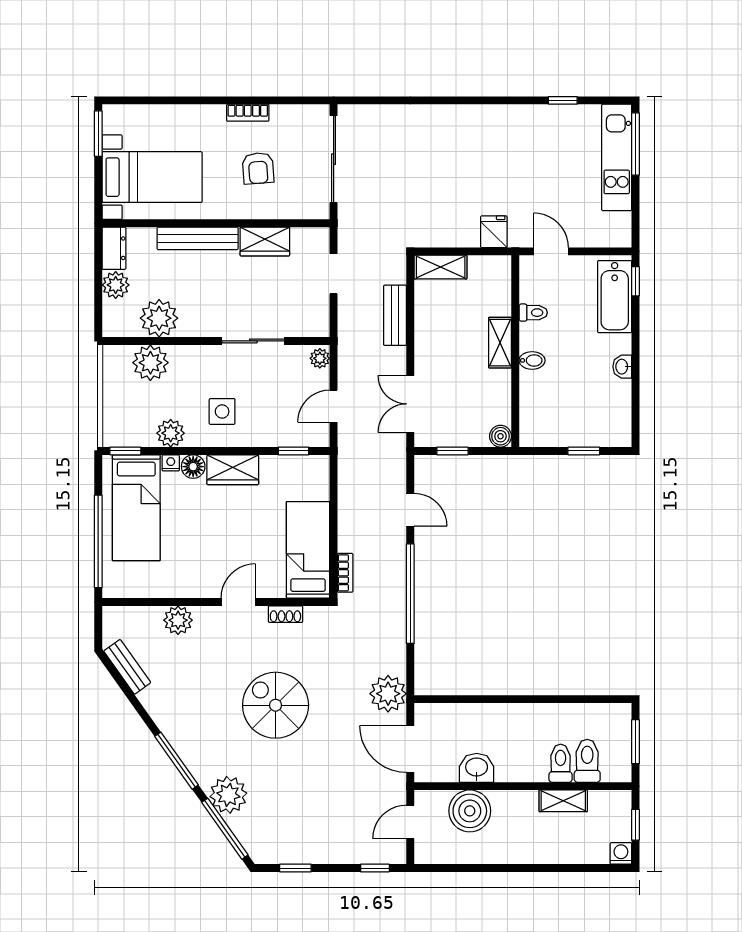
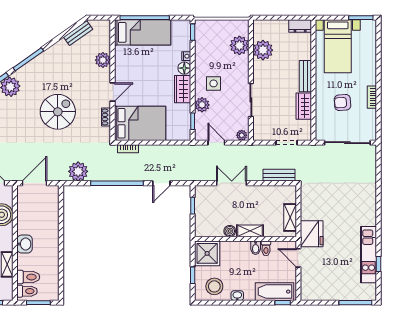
kitchen unit: (617, 157) -> (368, 255), moved, turned -90
fridge: (494, 232) -> (312, 234), width x1.88, depth x1.34
bench: (198, 238) -> (305, 76), width x0.73
door: (551, 251) -> (298, 258), swing flipped
shelving: (441, 267) -> (290, 217), moved
plant: (116, 285) -> (281, 27), removed
bench: (395, 315) -> (279, 175), moved
bidet: (532, 360) -> (256, 248), moved
double door: (410, 404) -> (232, 183), moved
stool: (605, 410) -> (214, 286), added
shower: (543, 423) -> (207, 253), added
plant: (171, 433) -> (202, 105), moved
boiler: (500, 436) -> (230, 231), moved
bed: (136, 508) -> (143, 32), moved, turned 180
bed: (308, 550) -> (140, 123), width x1.50
door: (238, 602) -> (113, 92), hinge flipped
plant: (388, 694) -> (78, 171), moved
toilet: (561, 763) -> (27, 291), moved
washbasin: (477, 768) -> (25, 244), moved

